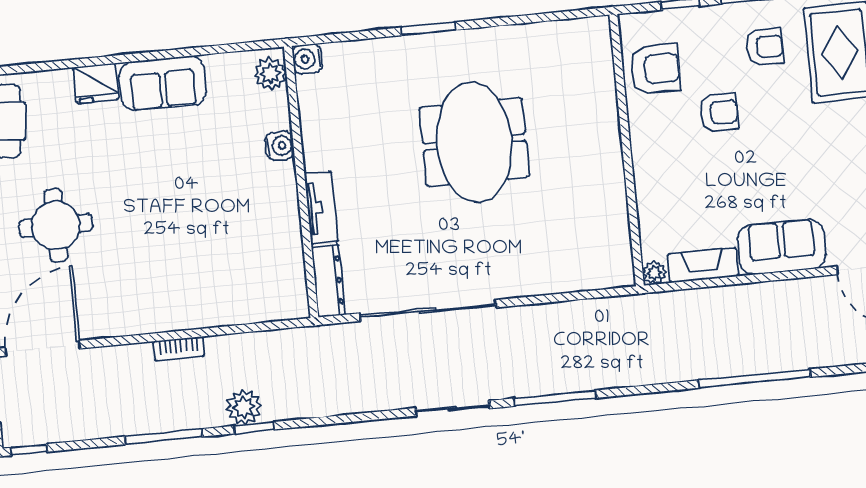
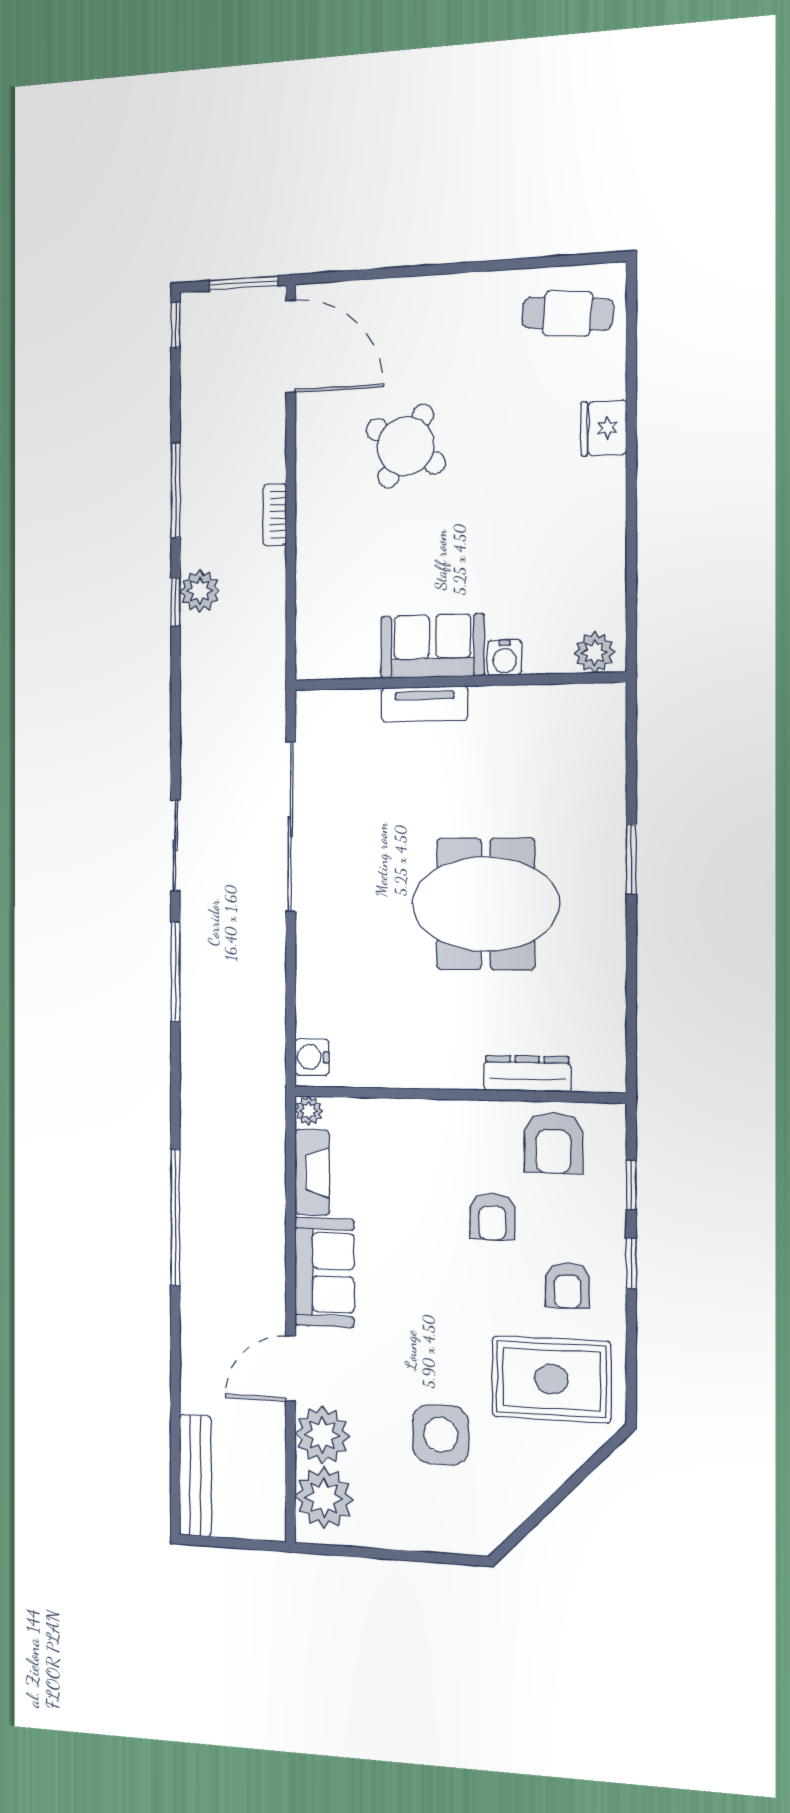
water cooler: (307, 59) -> (312, 1057), moved, turned -90
sofa: (163, 83) -> (432, 646), moved, turned 90
round table: (56, 226) -> (406, 446), moved, turned 31
dresser: (328, 281) -> (527, 1074), moved, turned 180

